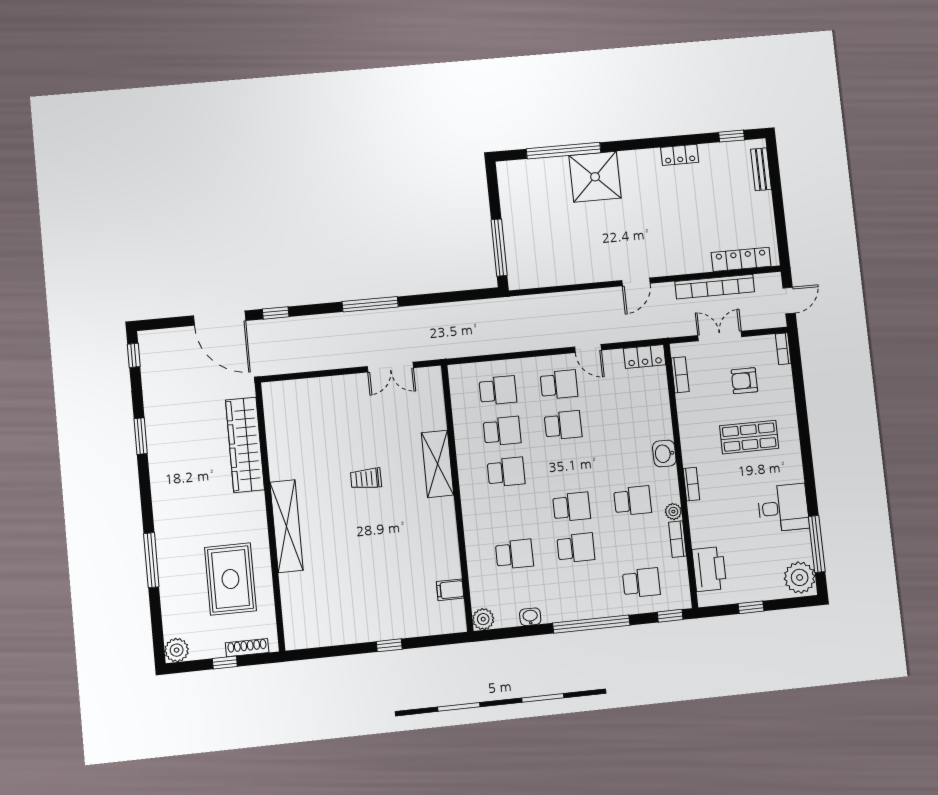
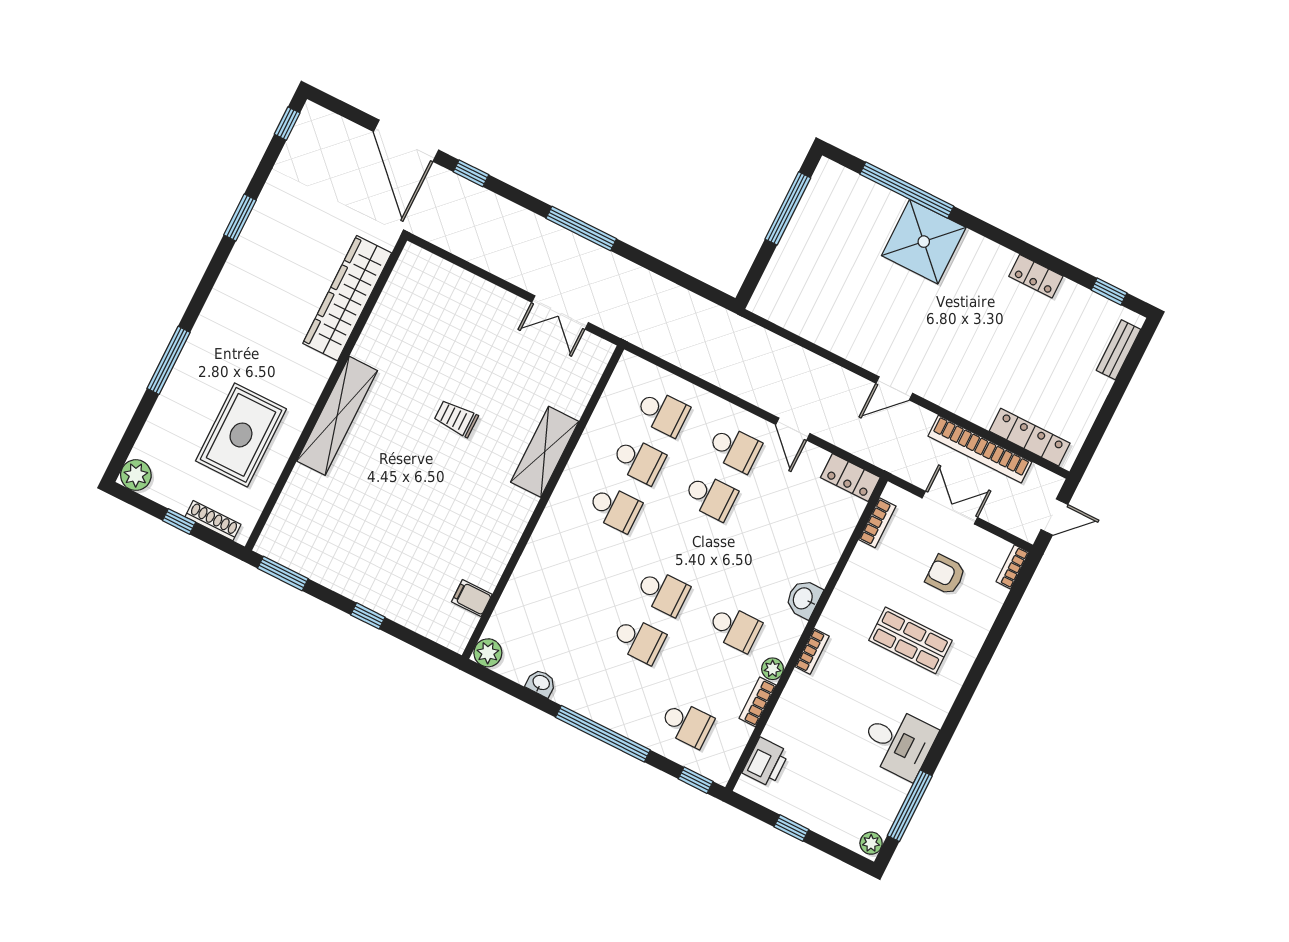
window: (499, 248) -> (788, 208), moved
school desk: (514, 554) -> (567, 604), removed
printer: (709, 569) -> (766, 762), width x0.73, depth x0.84
plant: (800, 577) -> (871, 843), width x0.53, depth x0.53
window: (315, 653) -> (283, 573), added

